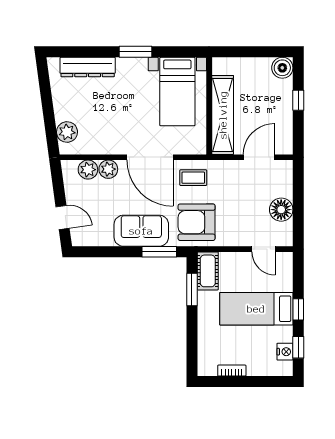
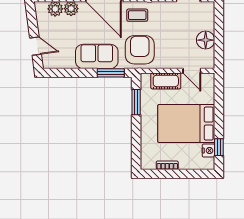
armchair: (197, 222) -> (140, 50), turned 90
cot: (208, 271) -> (166, 81), moved, turned 90
bed: (256, 309) -> (186, 124), width x1.50
window: (298, 309) -> (219, 118), removed

